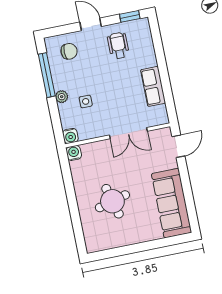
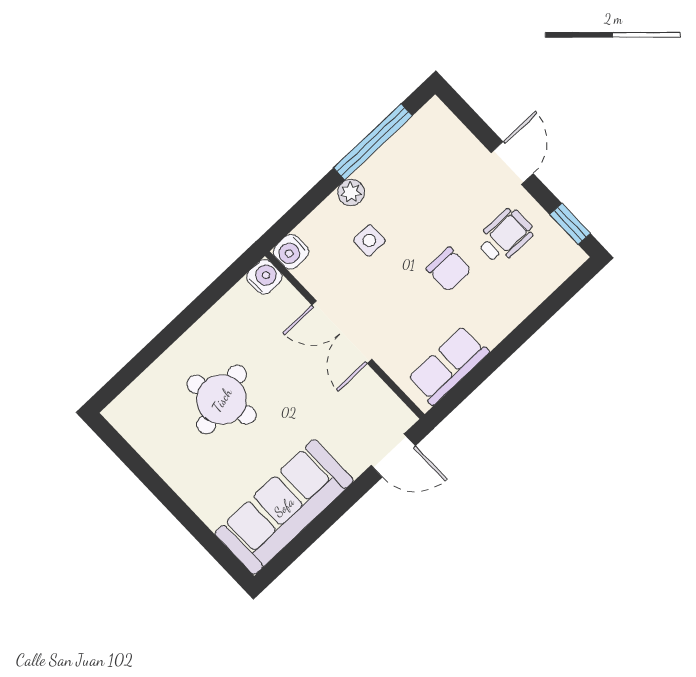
chair: (69, 51) -> (449, 269), moved
row of seats: (153, 86) -> (448, 365), moved
double door: (128, 133) -> (342, 332), moved

